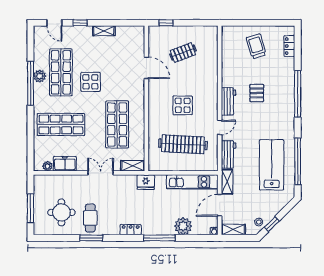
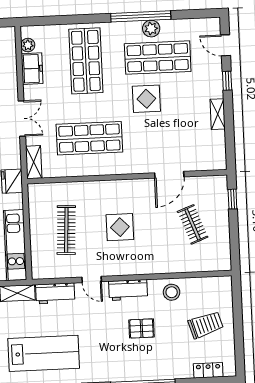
door: (54, 23) -> (225, 45), hinge flipped
stool: (232, 70) -> (172, 292), added
clothes rail: (183, 144) -> (66, 230), width x0.73, depth x0.76

